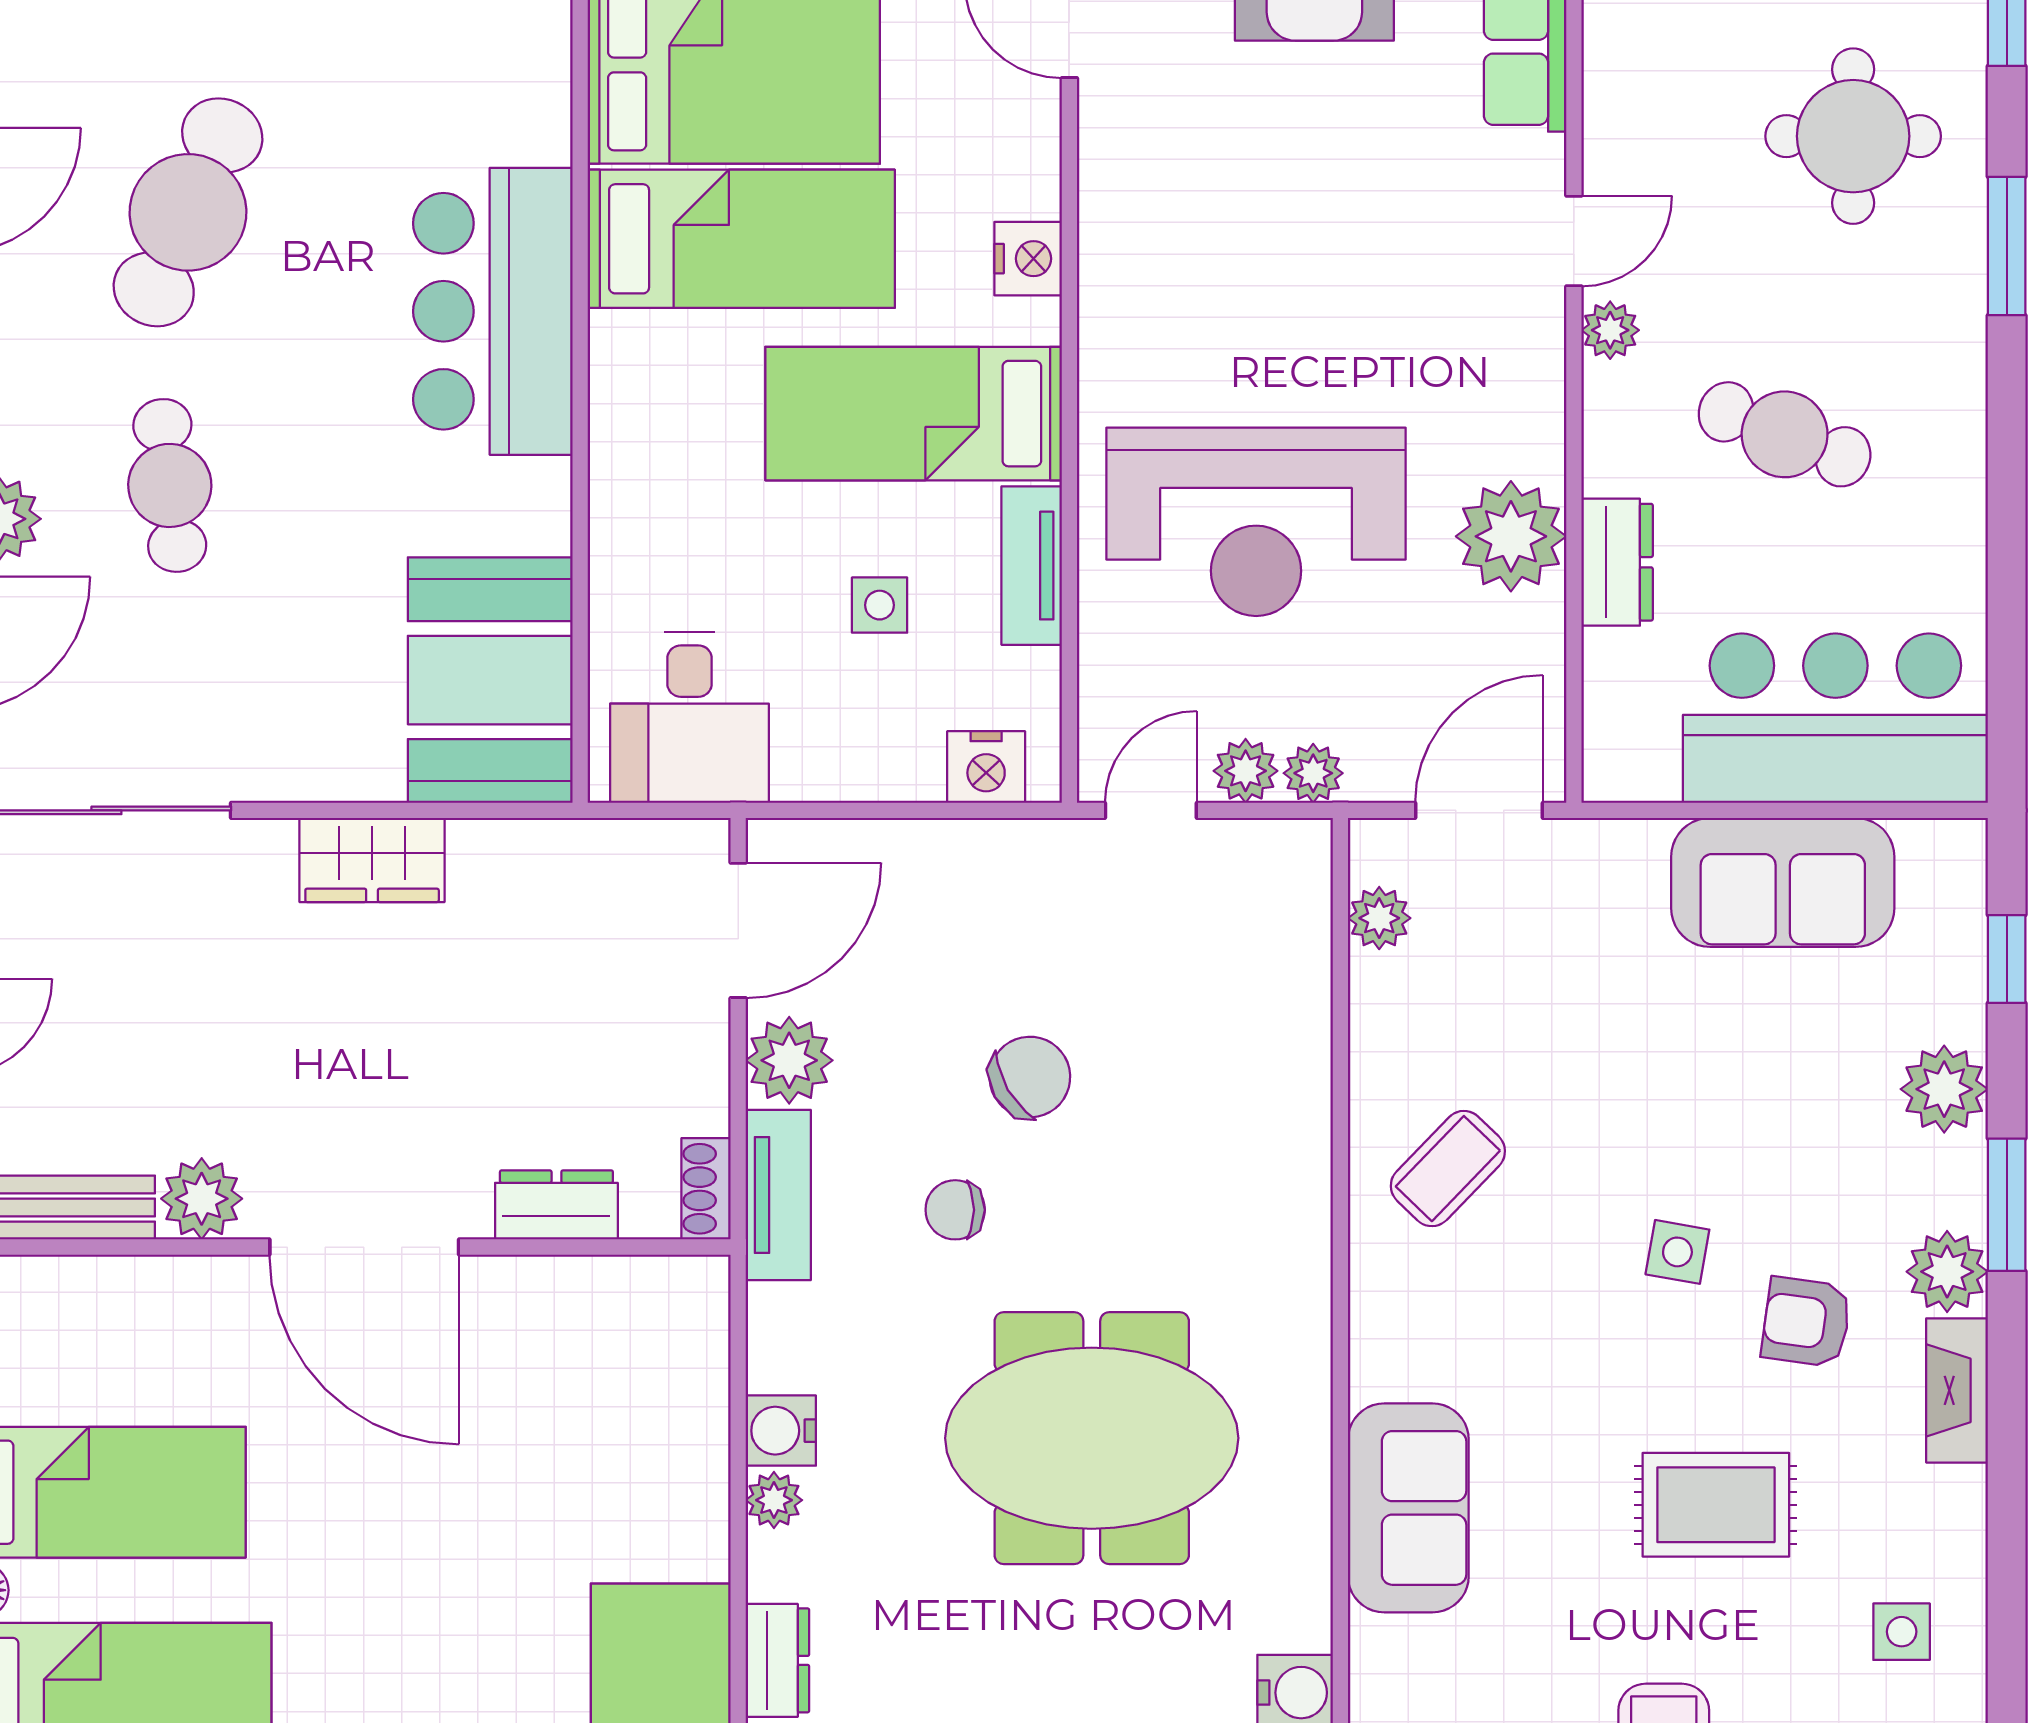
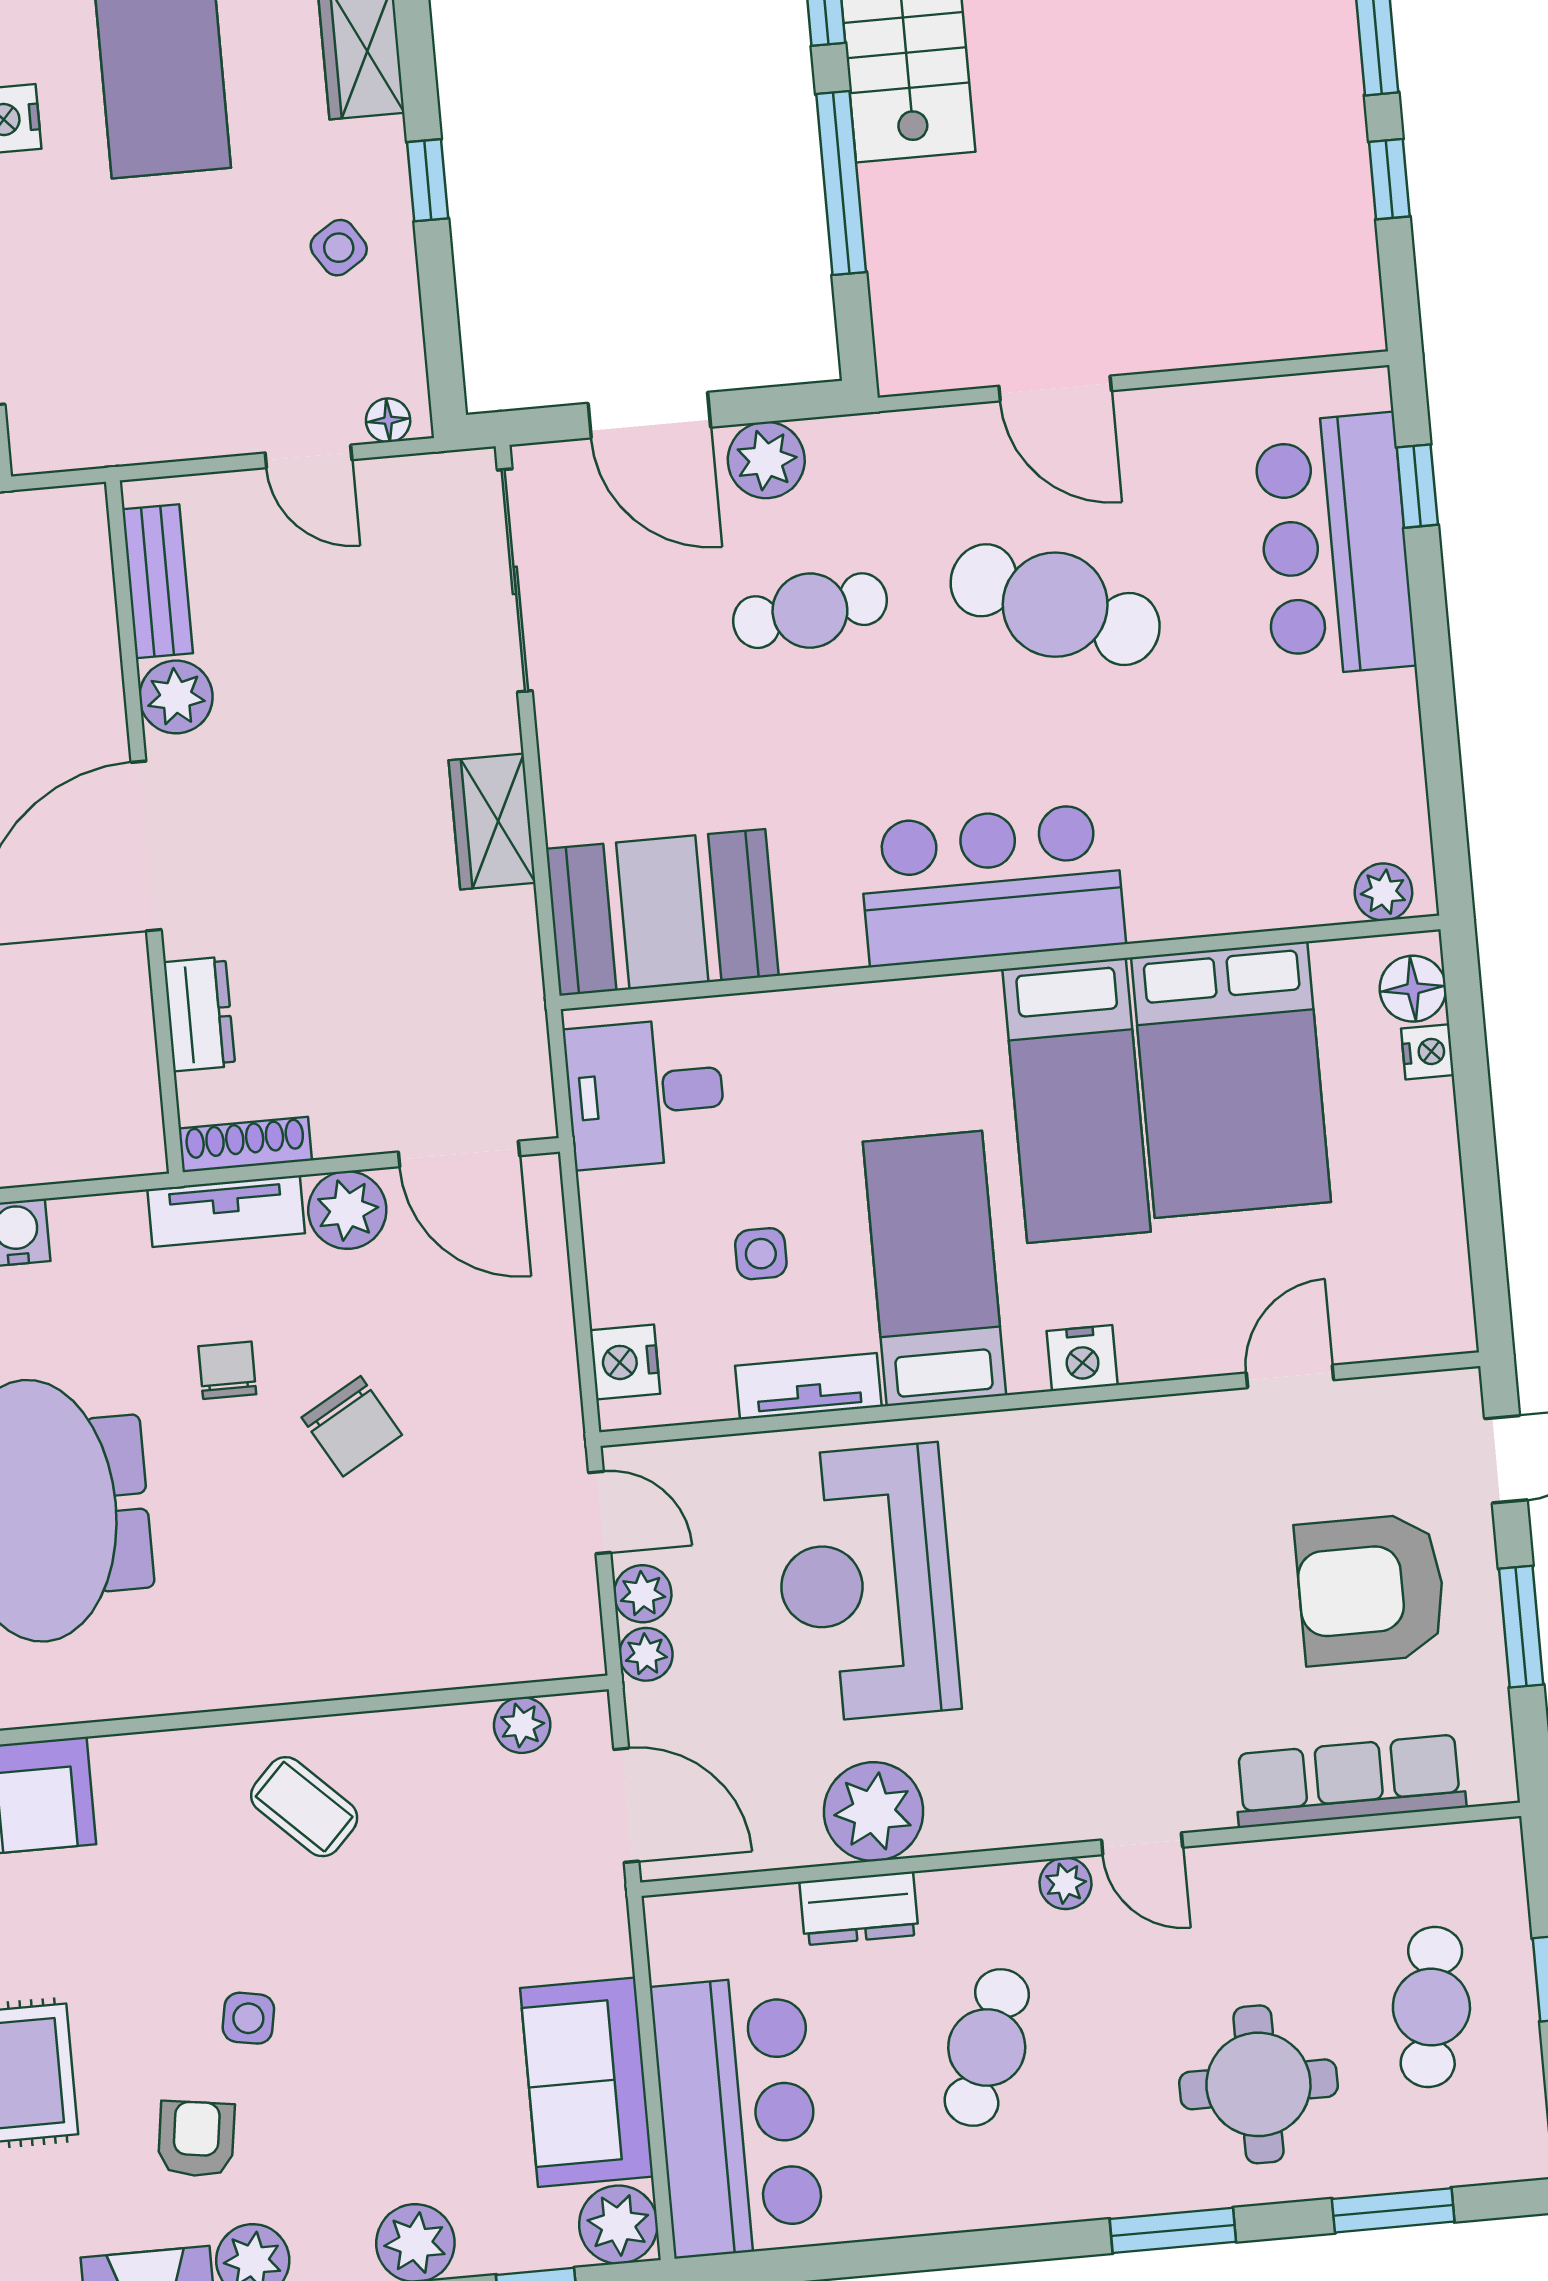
plant: (1944, 862) -> (618, 2225), added
shoe rack: (706, 1189) -> (245, 1144), width x1.43

